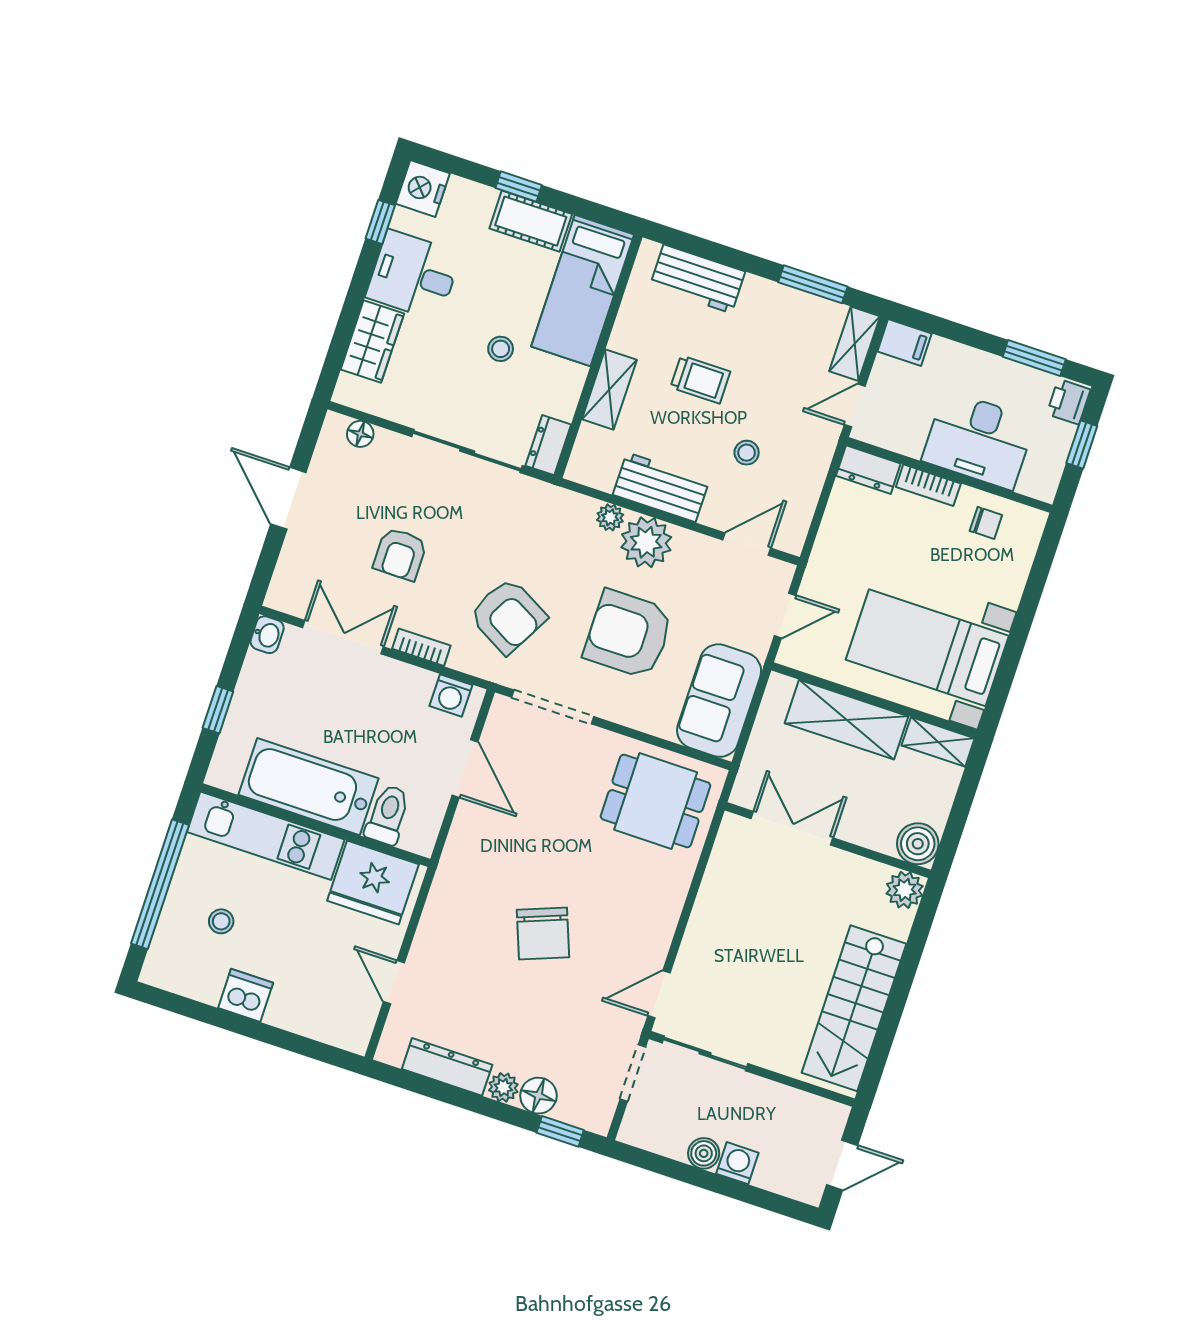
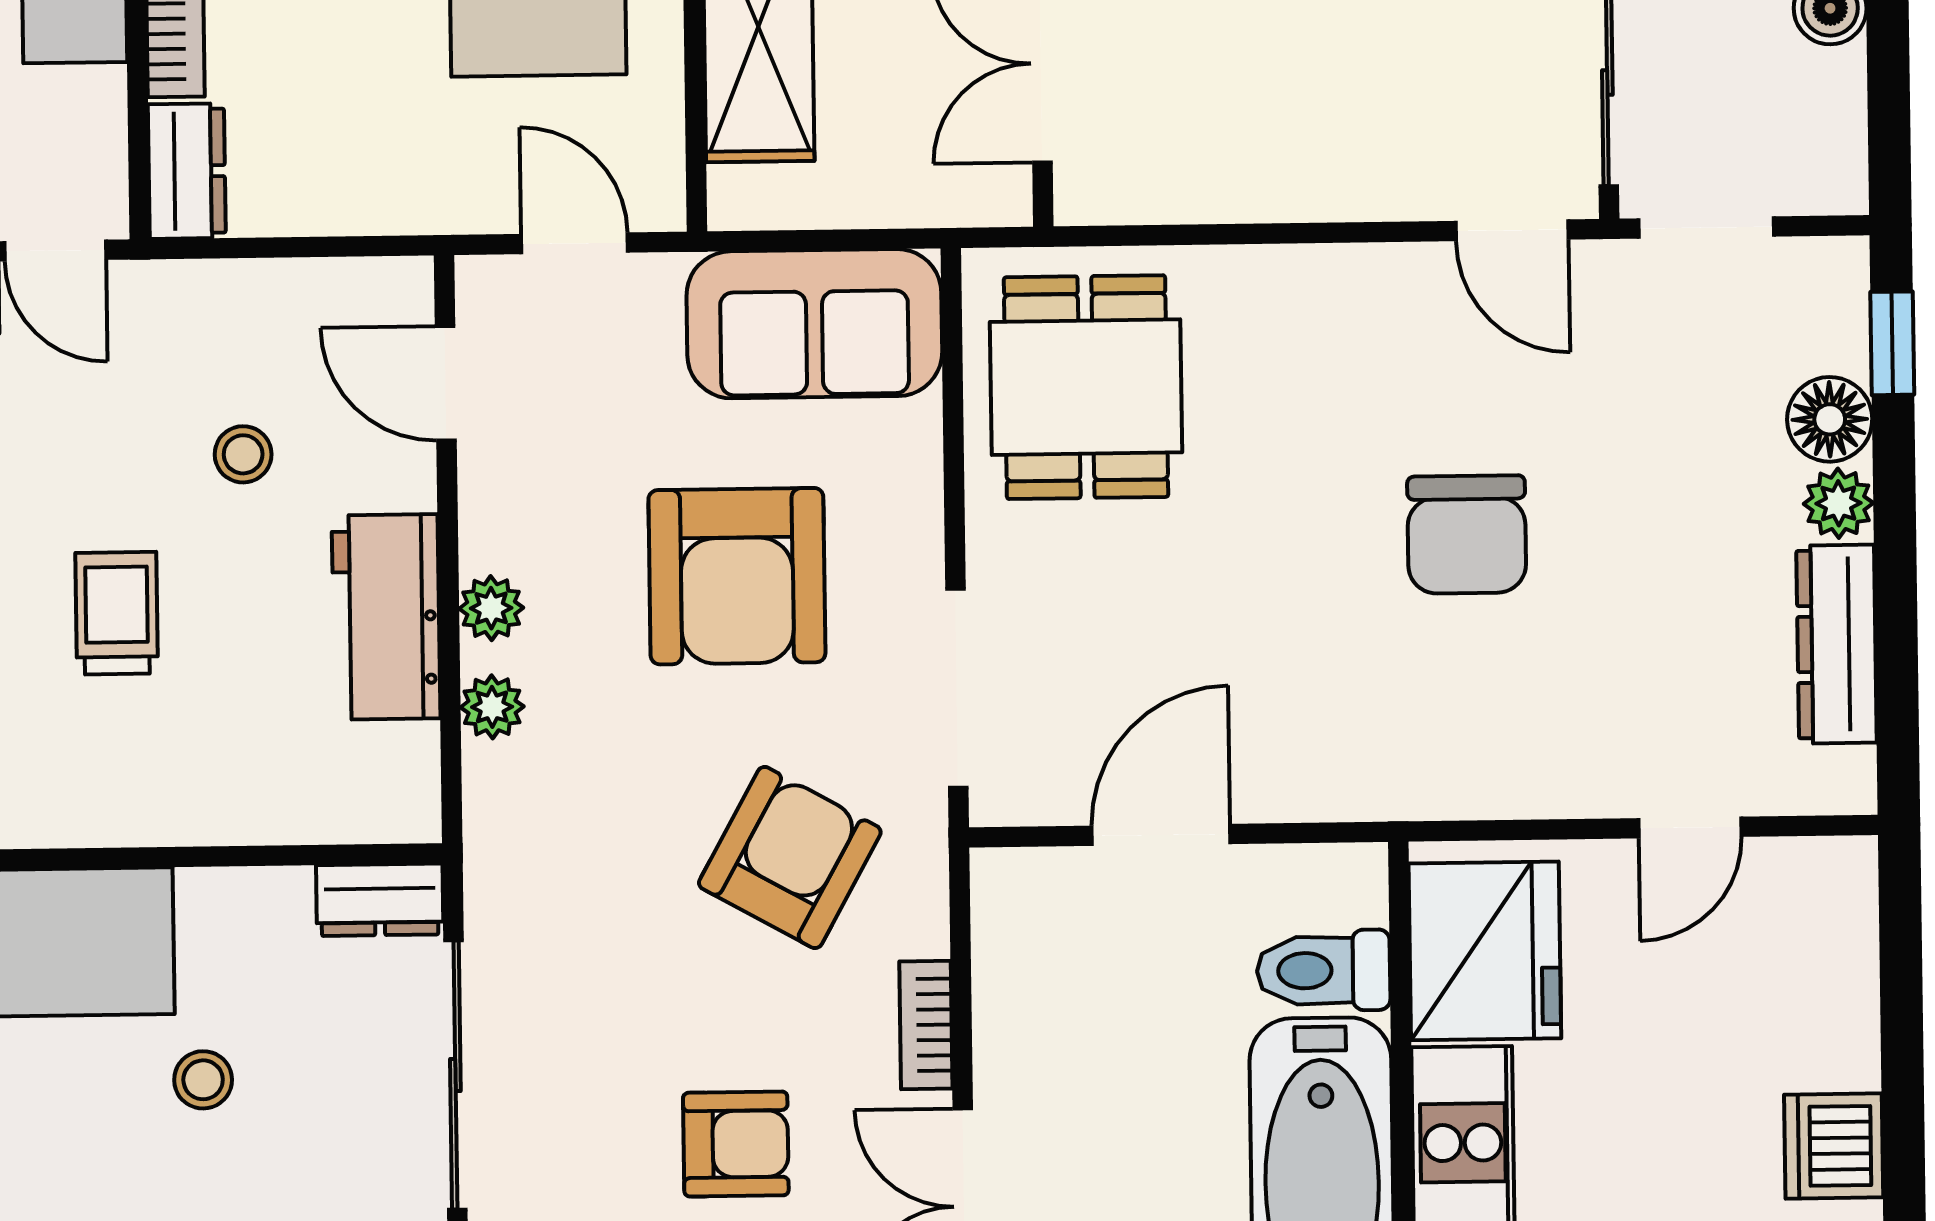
shelving: (609, 390) -> (209, 807), removed
plant: (646, 542) -> (491, 608), width x0.53, depth x0.53
washing machine: (451, 695) -> (1010, 922), removed
chair: (543, 933) -> (1467, 535), turned 111

